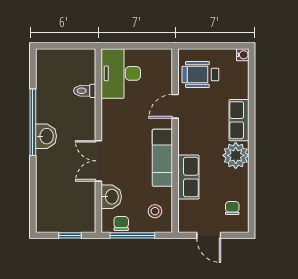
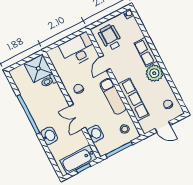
shower: (79, 66) -> (38, 68), added
desk: (121, 73) -> (78, 49), moved, turned 90
wheelchair: (200, 74) -> (110, 37), turned 89
washbasin: (46, 136) -> (49, 136), moved
row of seats: (188, 177) -> (134, 100), width x1.48
bathtub: (69, 220) -> (78, 160), added
chair: (121, 223) -> (79, 89), moved

